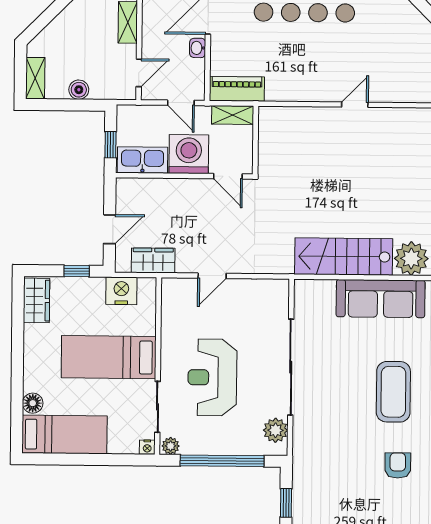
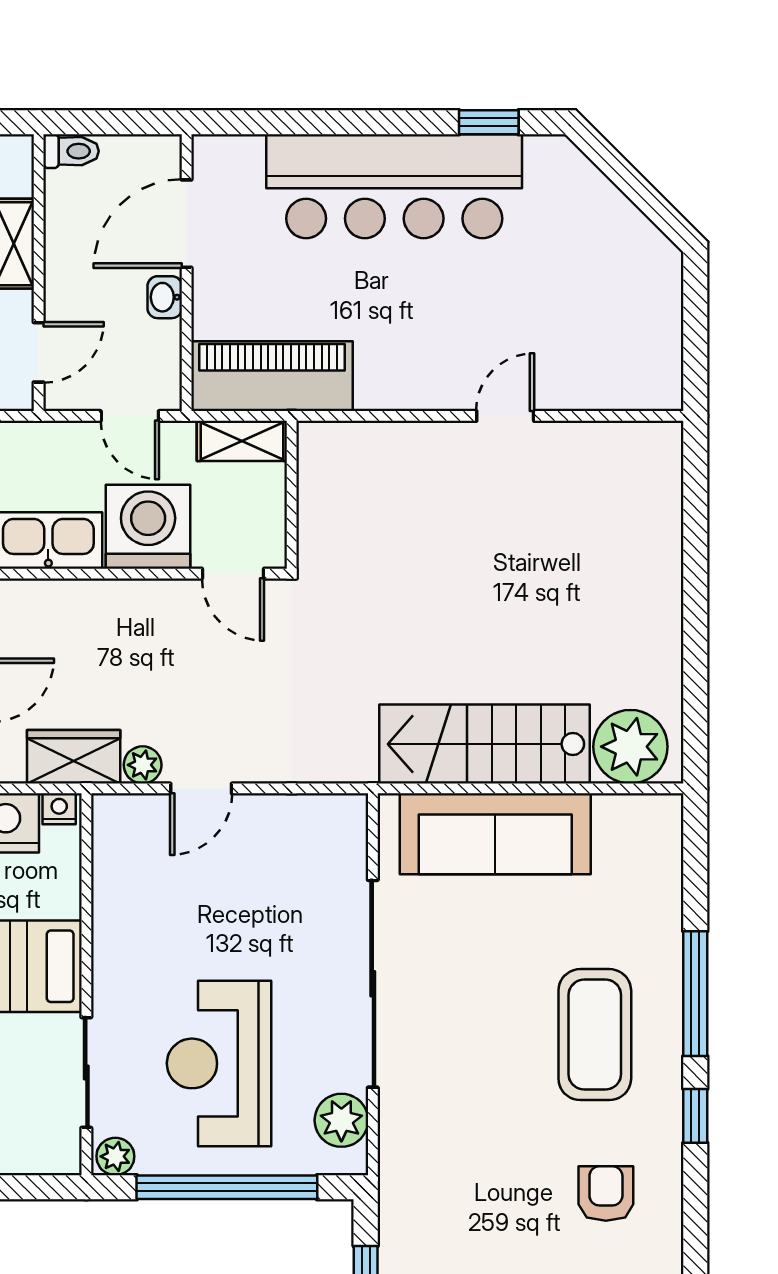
piano: (237, 89) -> (272, 376), width x1.37, depth x1.33
plant: (185, 265) -> (143, 765), added
sofa: (381, 299) -> (495, 834), moved
reception desk: (212, 377) -> (219, 1063), moved
nightstand: (147, 447) -> (59, 809), moved, turned 180

